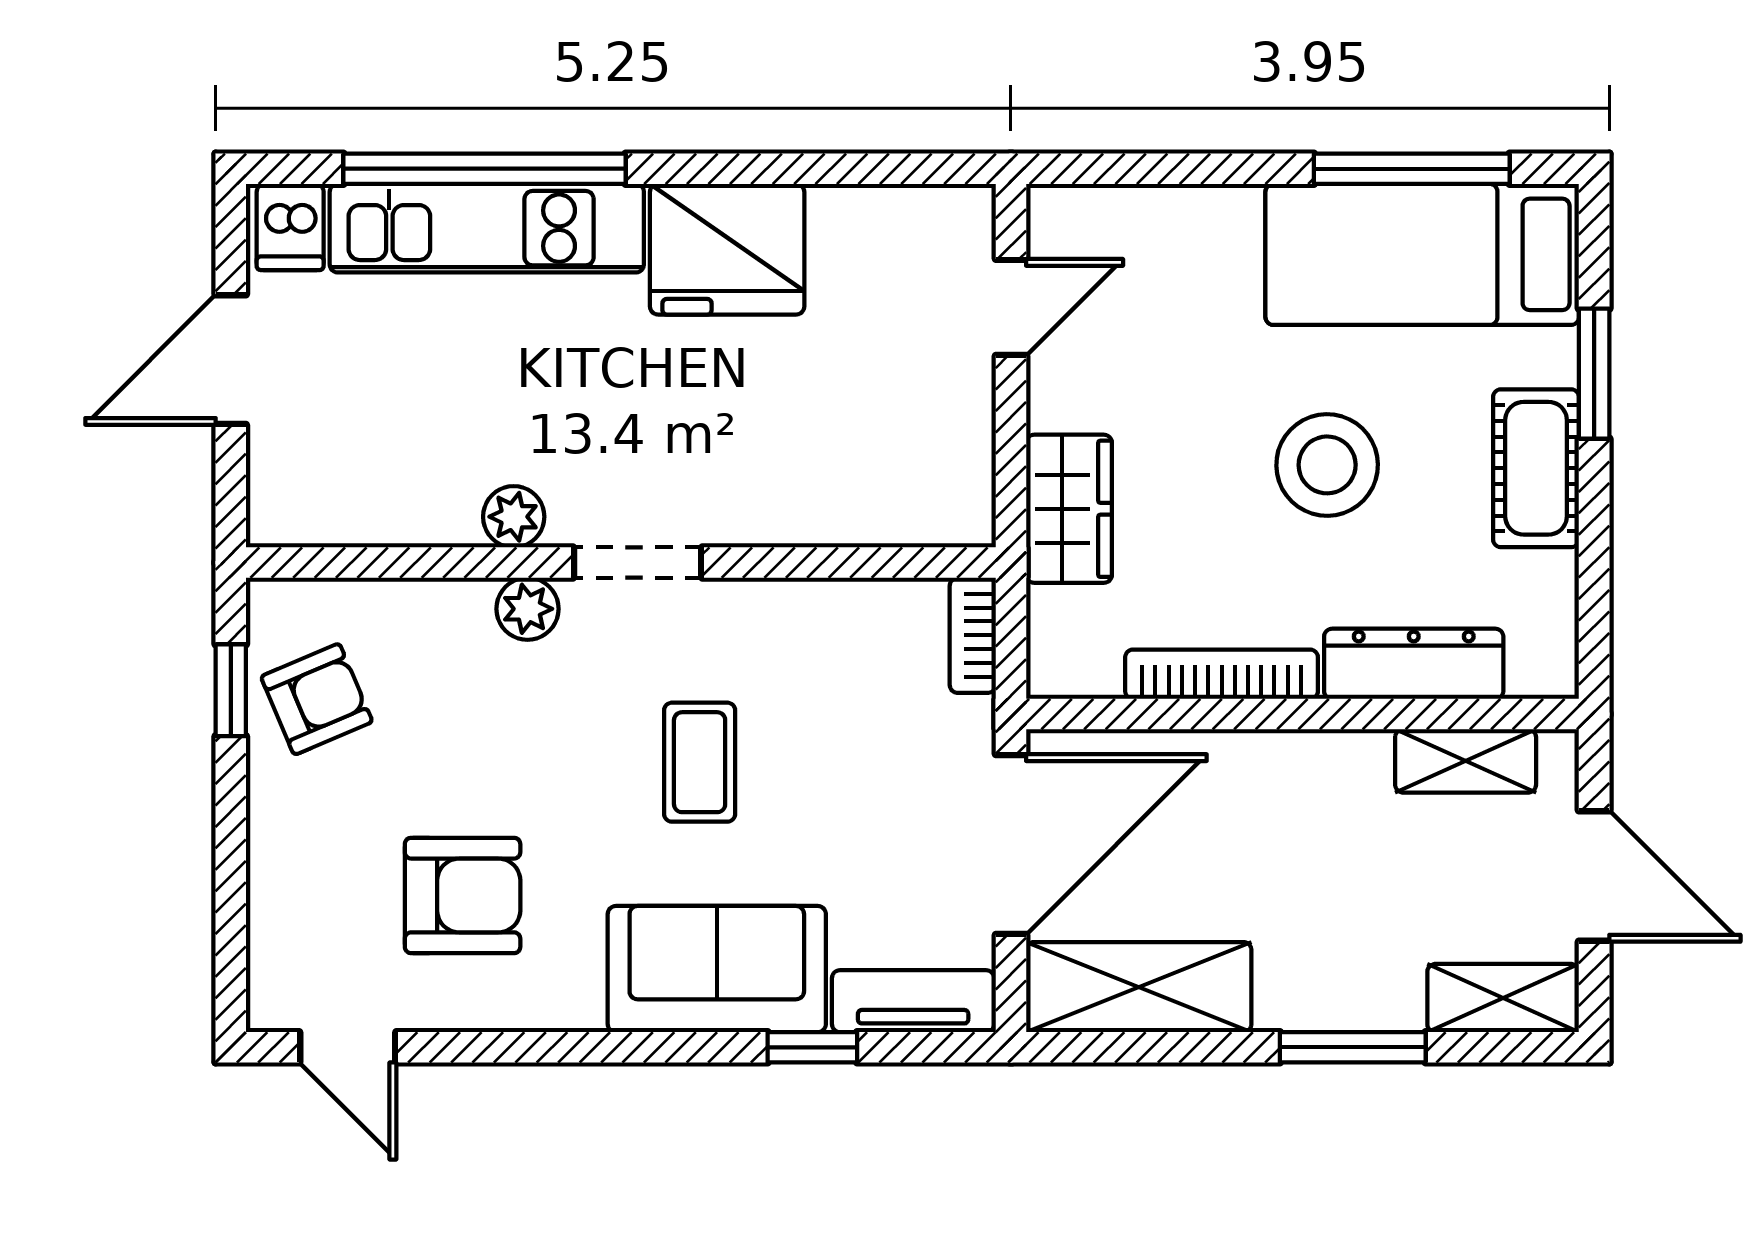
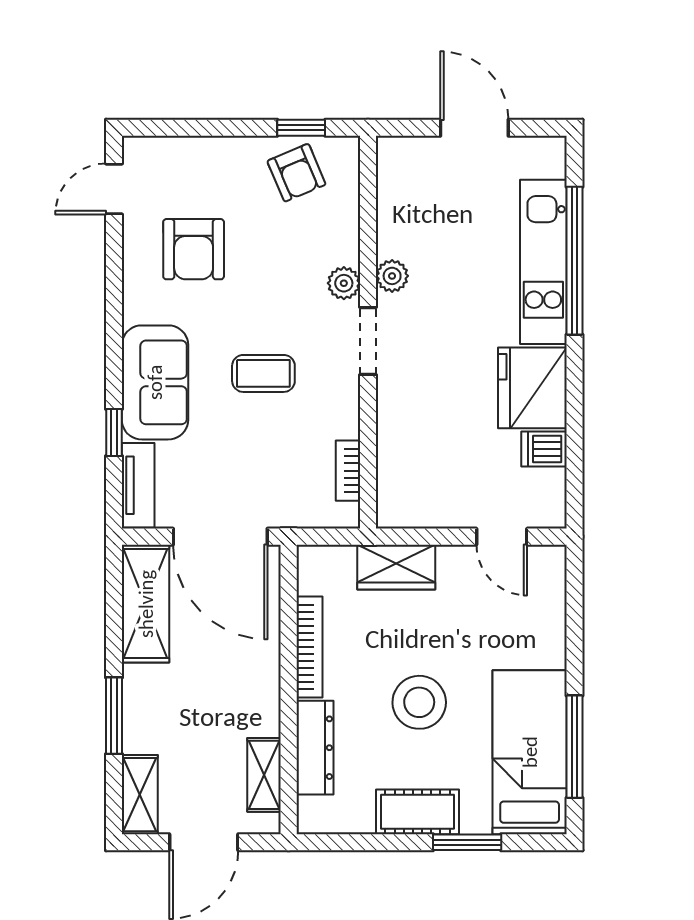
dishwasher: (290, 227) -> (544, 449), moved
bookcase: (973, 635) -> (348, 471), moved, turned -90

